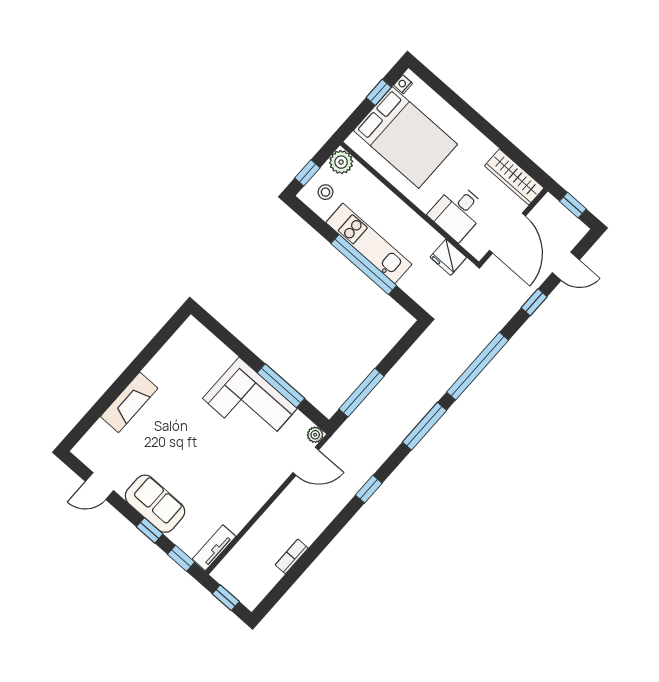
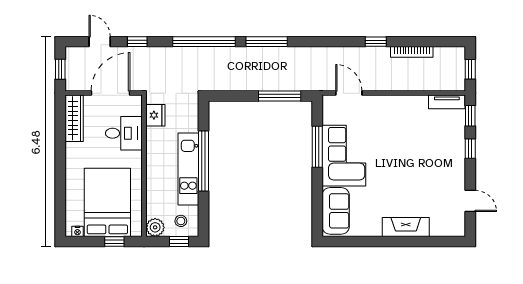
window: (379, 92) -> (114, 241), moved
plant: (315, 435) -> (328, 101), removed
window: (369, 489) -> (376, 42), moved
sofa: (155, 504) -> (336, 211), moved, turned 180
bookcase: (292, 556) -> (412, 52), width x1.56

